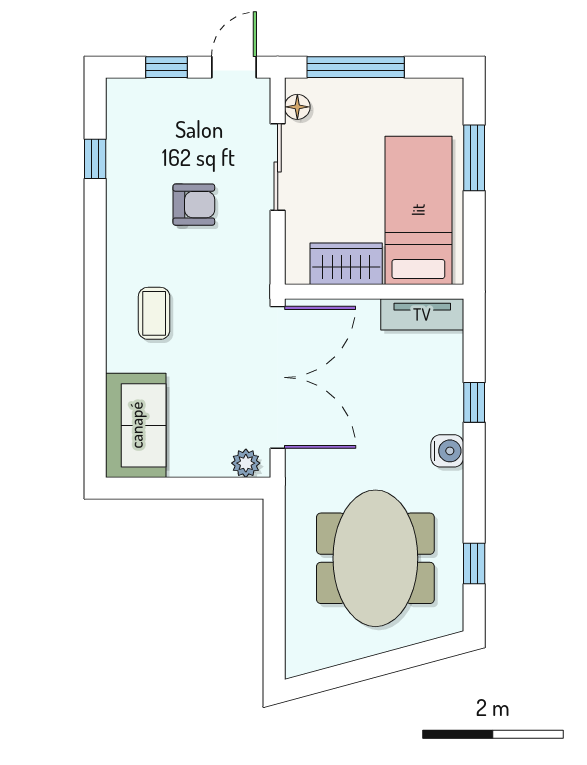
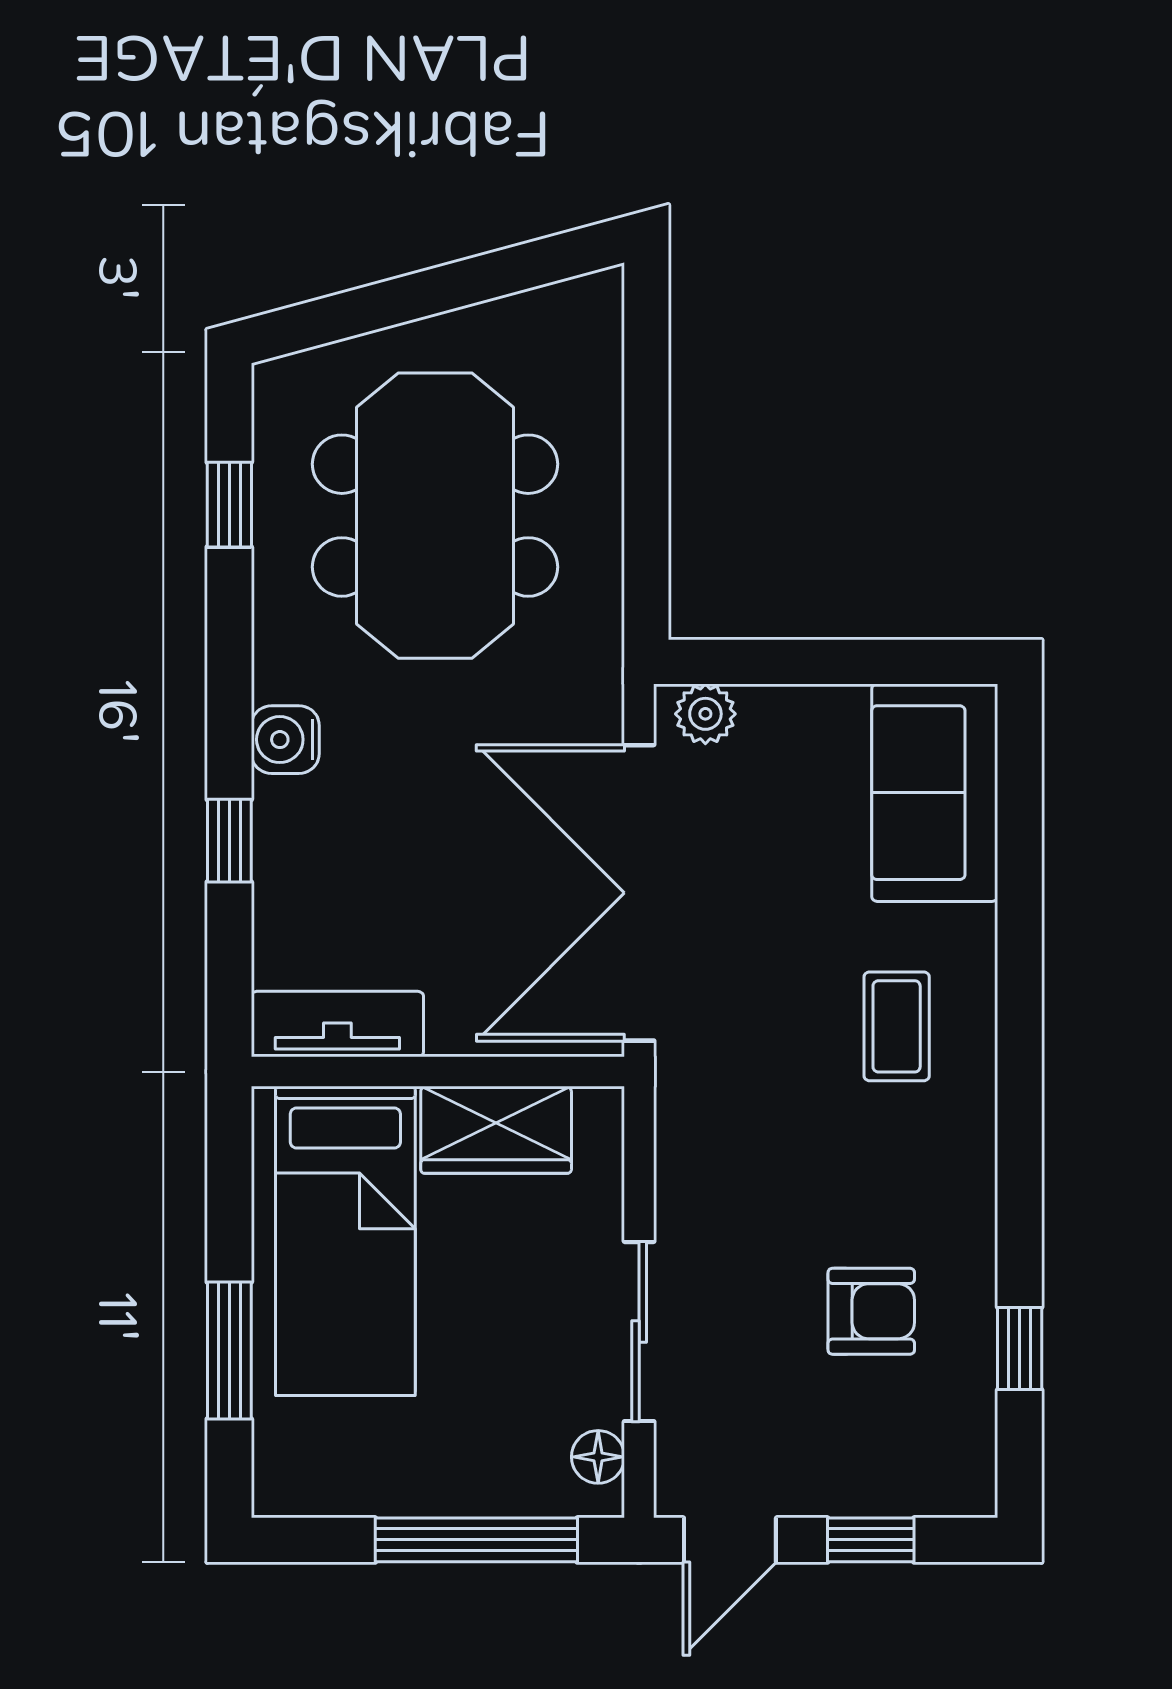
armchair: (194, 205) -> (871, 1311), moved, turned 180

